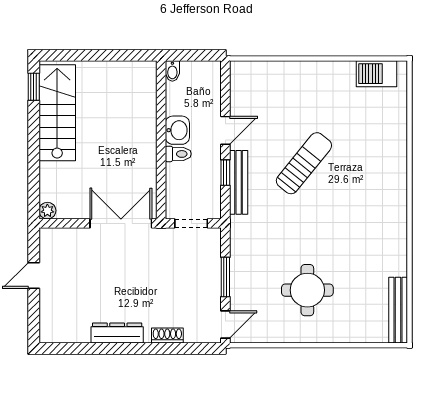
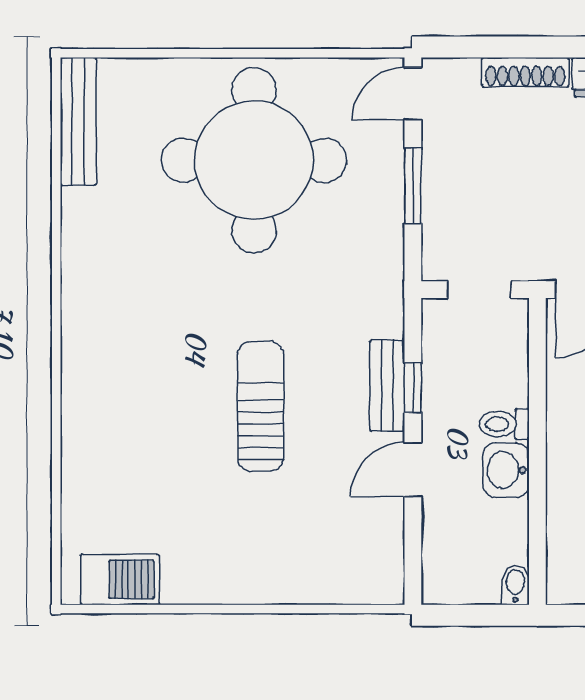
sun lounger: (304, 163) -> (261, 406), turned 141
bench: (239, 182) -> (387, 386), width x0.73
round table: (307, 290) -> (254, 160), width x1.86, depth x1.86
shoe rack: (167, 336) -> (525, 72), width x1.43

